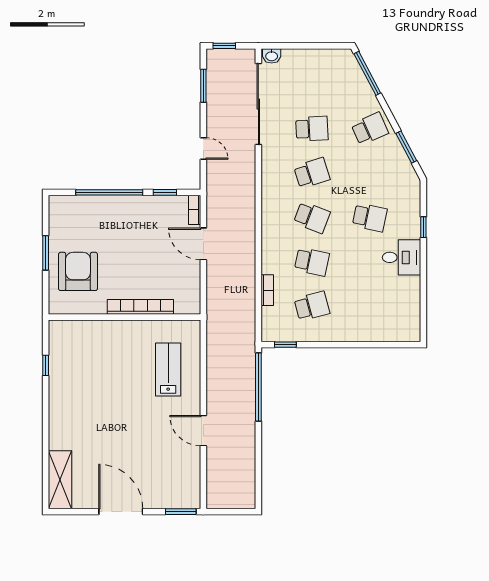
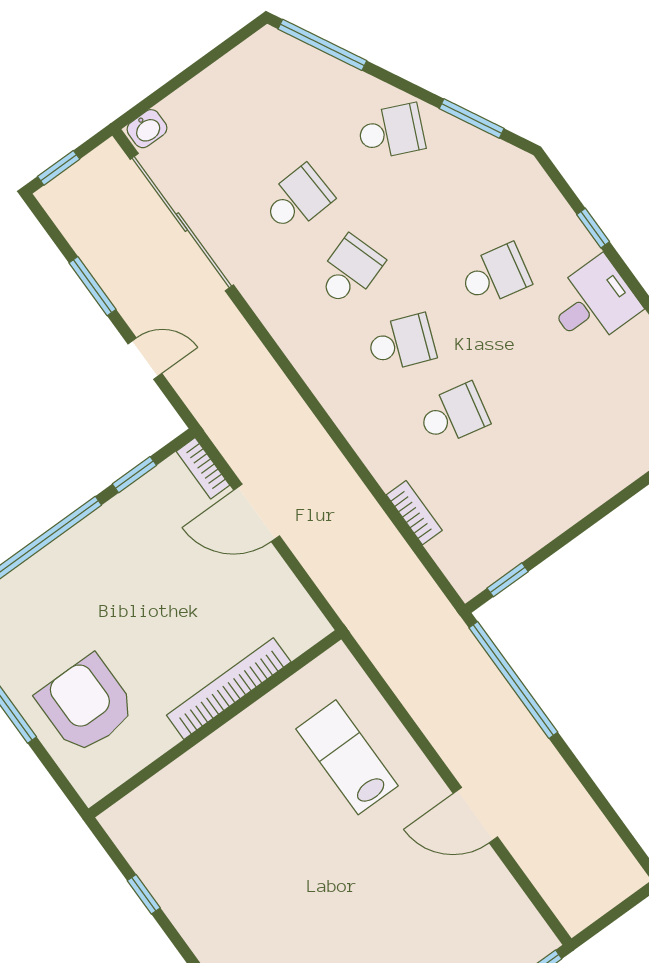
window: (203, 86) -> (93, 286), moved
school desk: (370, 129) -> (391, 132), turned 48
school desk: (312, 306) -> (505, 486), removed

